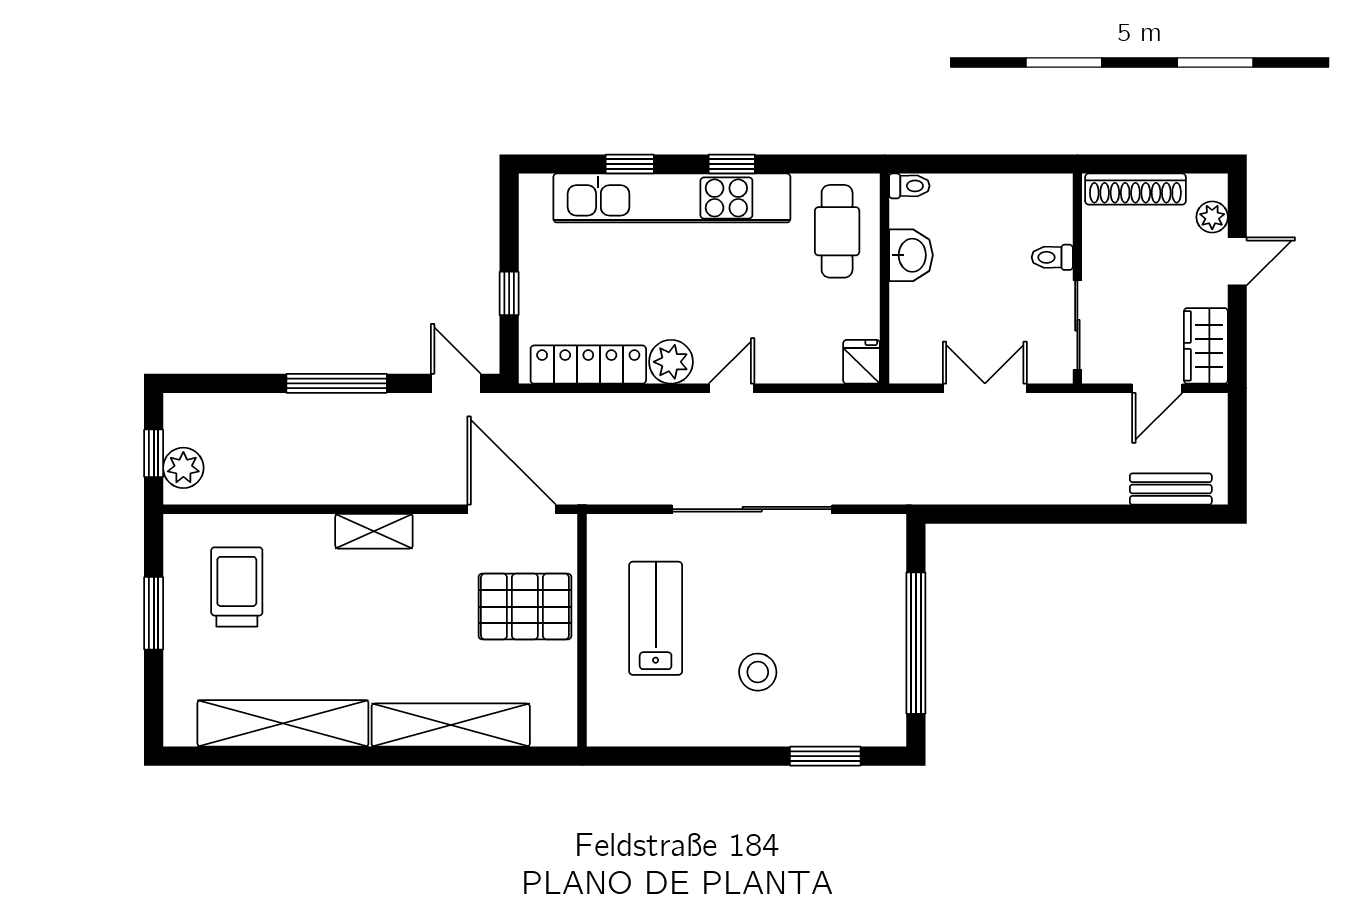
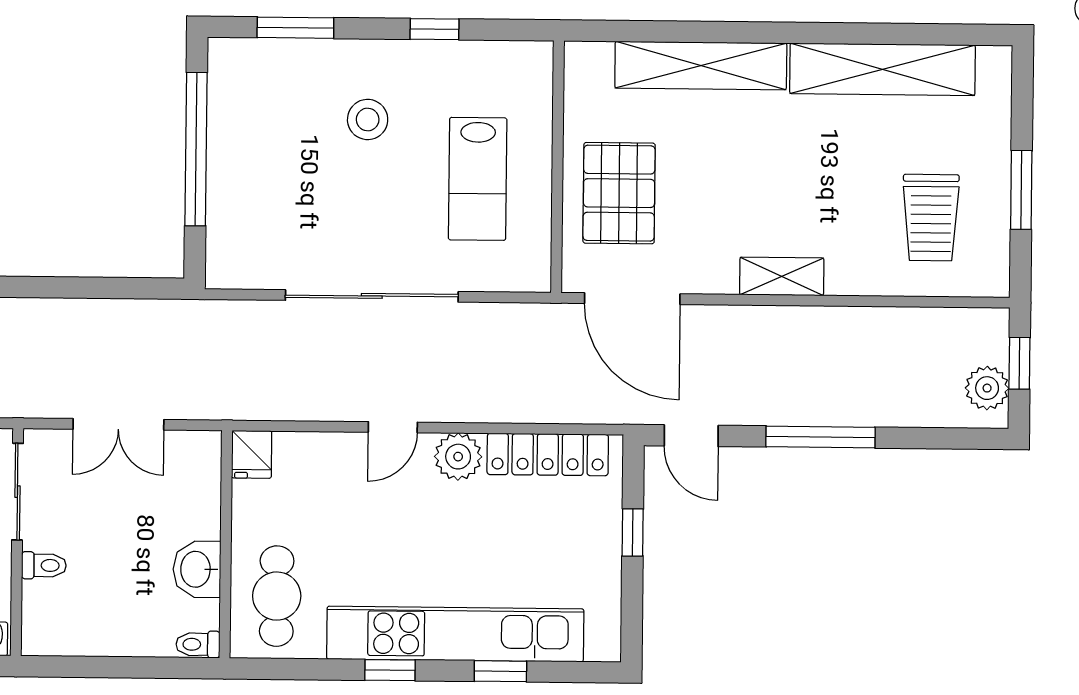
plant: (183, 468) -> (987, 388), moved
pallet: (525, 607) -> (619, 193), turned 90
window: (697, 756) -> (434, 29), added

